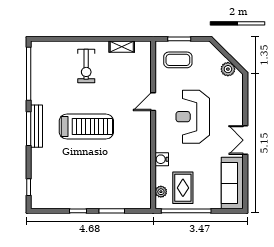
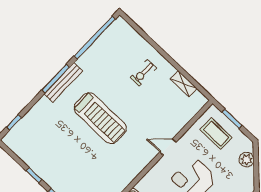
exercise bike: (86, 66) -> (143, 73), width x0.73, depth x0.72
plant: (228, 69) -> (246, 160), moved

